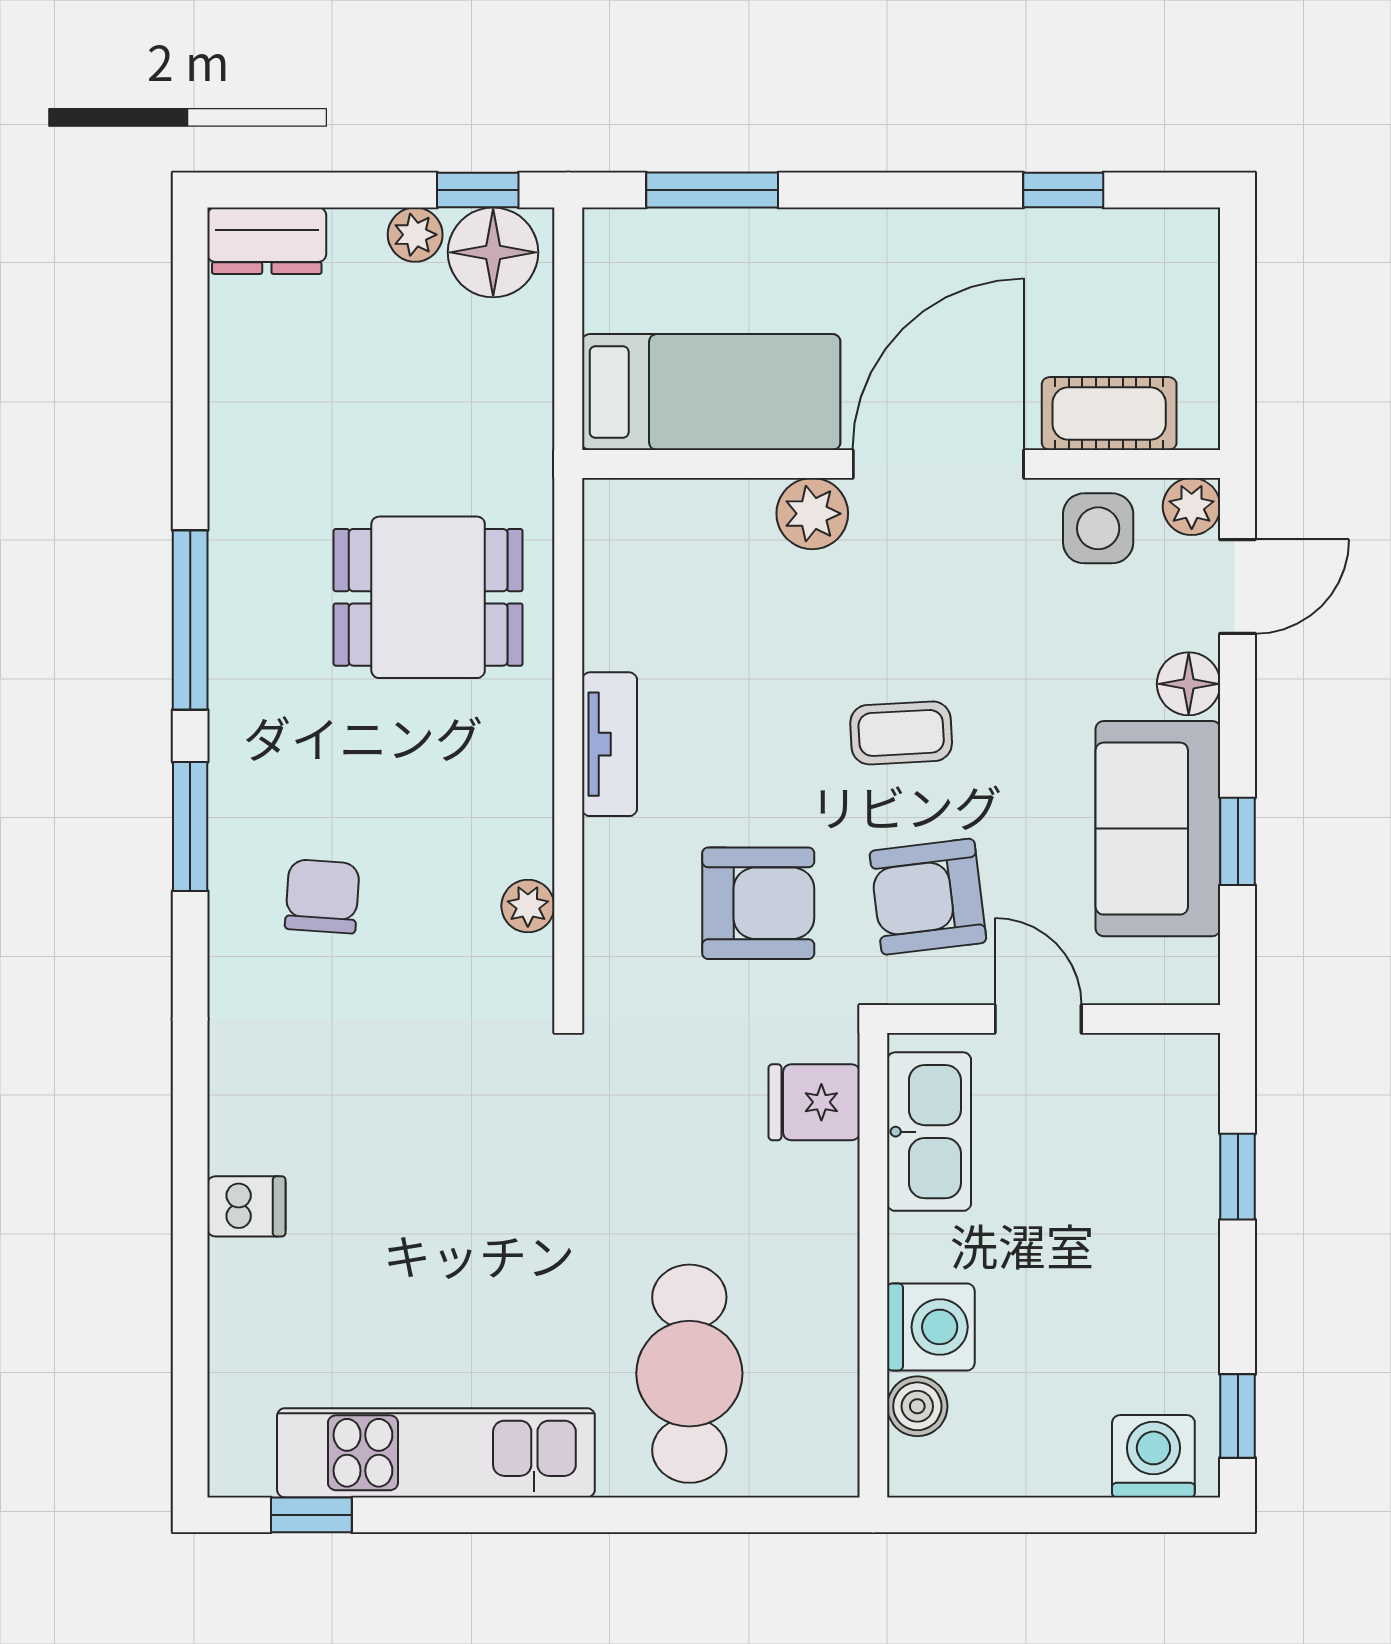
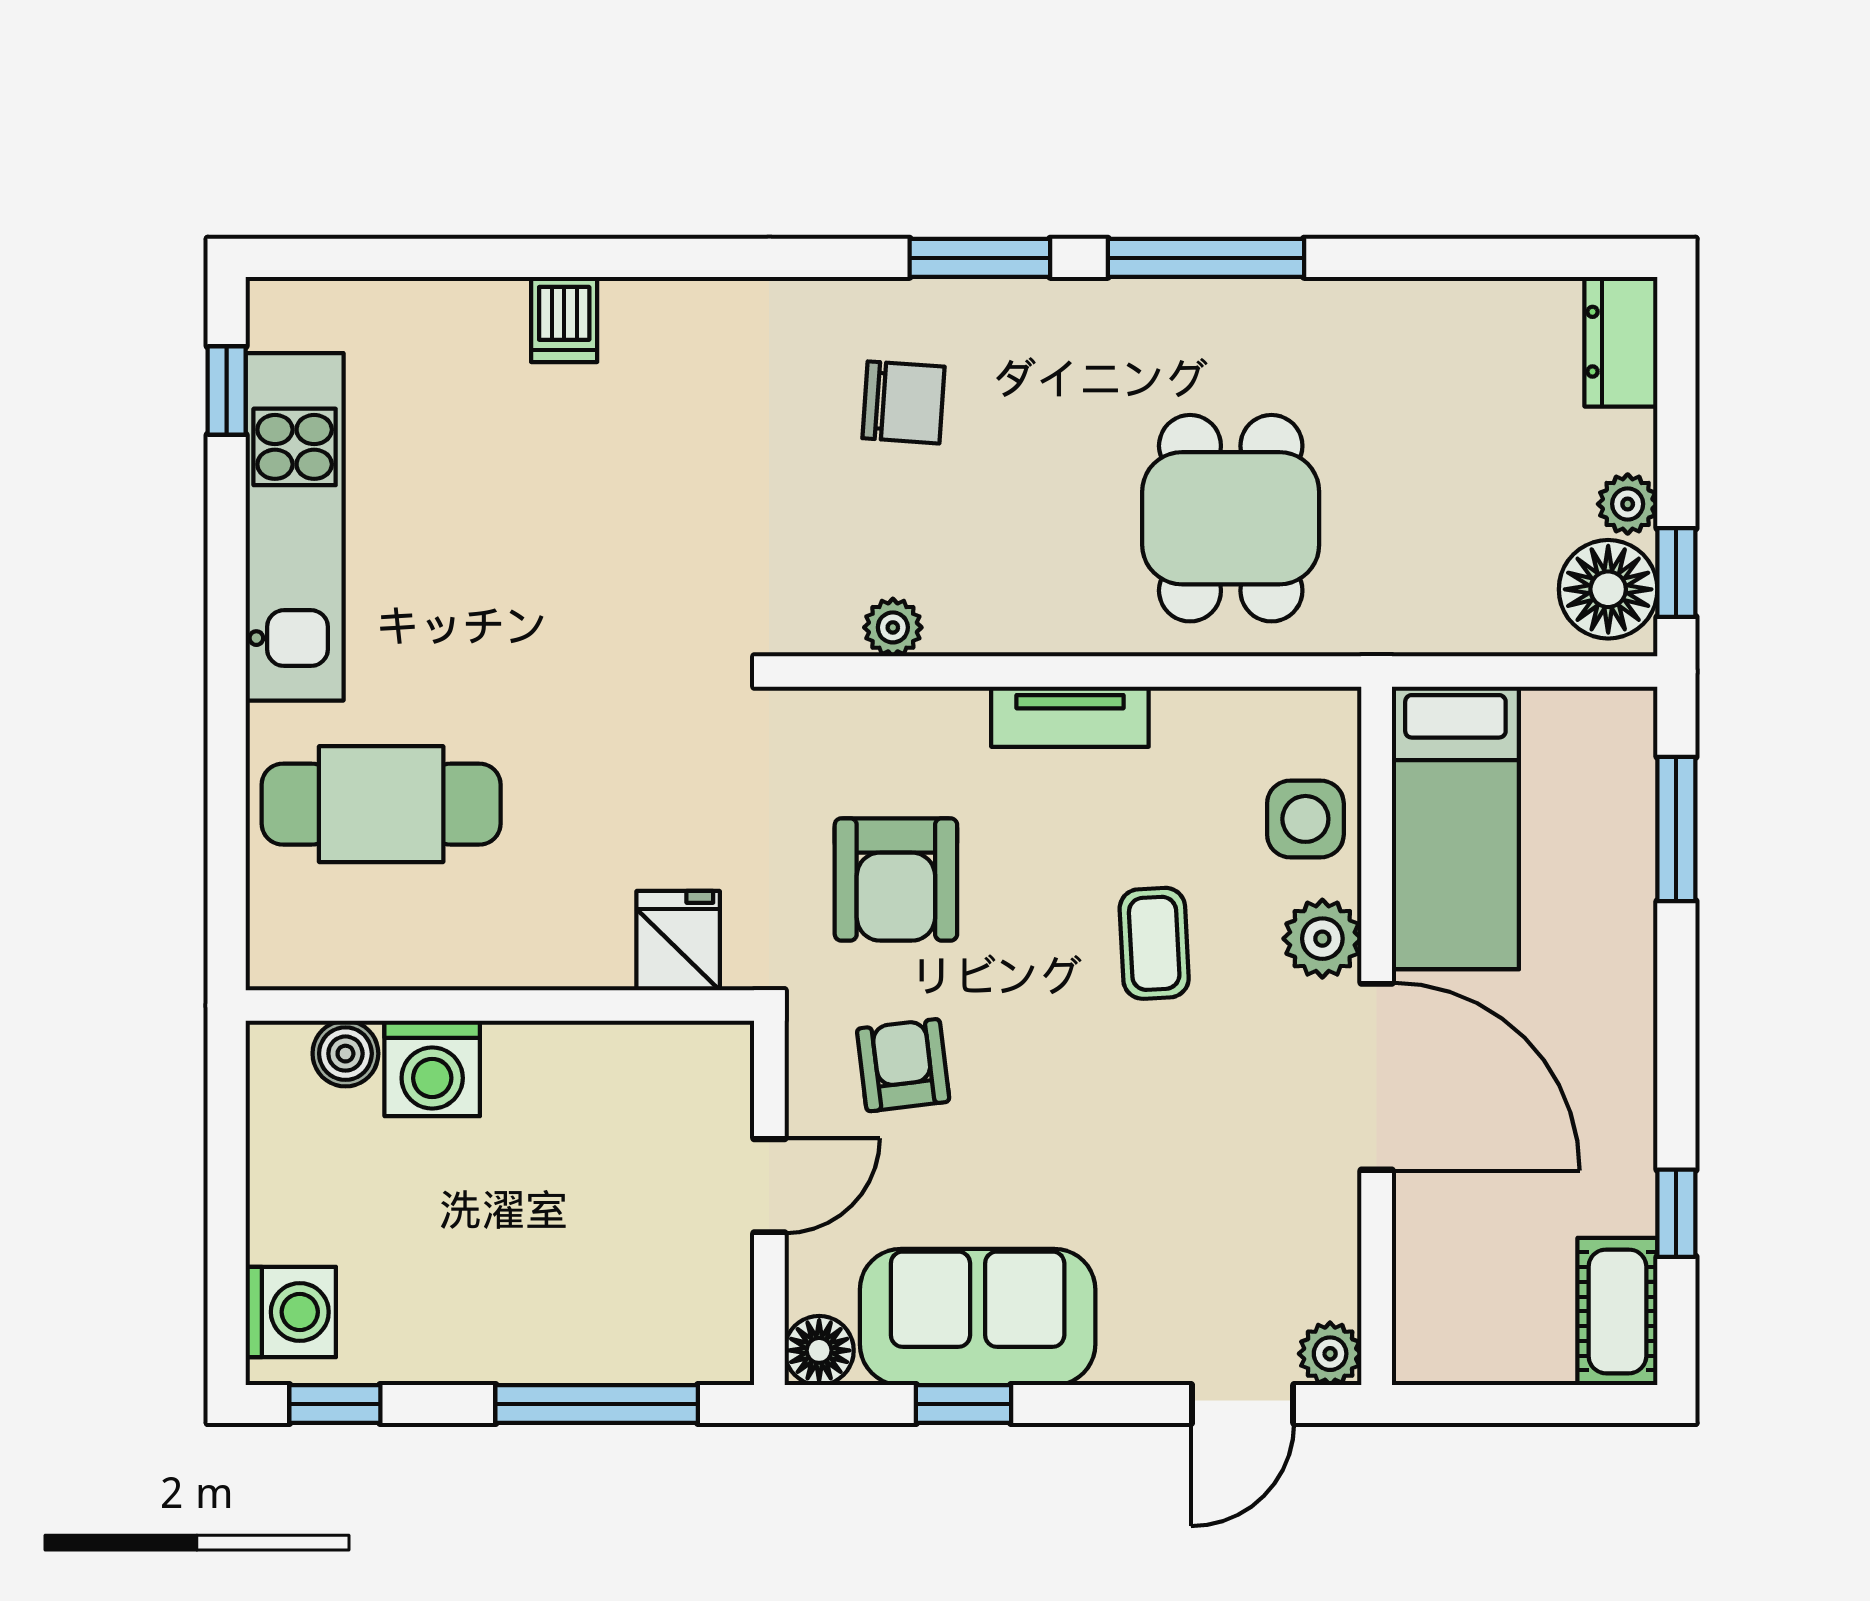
cot: (1109, 414) -> (1617, 1311), moved
side table: (1098, 528) -> (1305, 819), moved
door: (1238, 587) -> (1243, 1404), hinge flipped
floor lamp: (1189, 684) -> (819, 1350), moved
coffee table: (901, 733) -> (1154, 943), moved
armchair: (928, 897) -> (903, 1065), width x0.72, depth x0.72
kitchen sink: (929, 1132) -> (646, 1066), removed
window: (1238, 1177) -> (597, 1404), width x2.17

